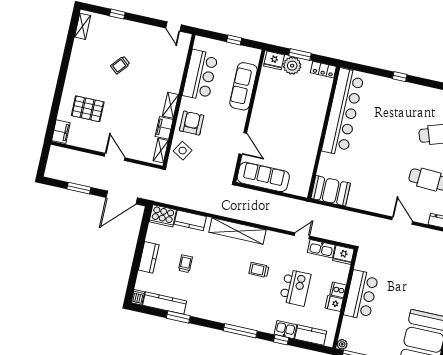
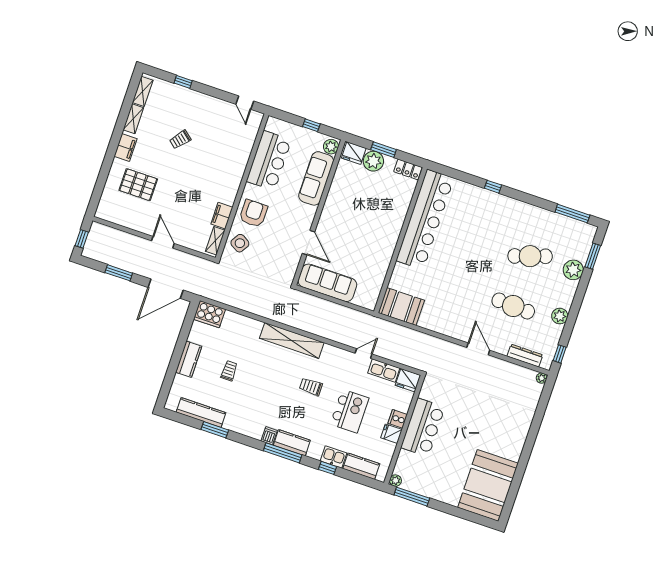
plant: (253, 57) -> (331, 147), added
shelving: (171, 105) -> (133, 119), moved
filing cabinet: (61, 132) -> (125, 148), moved
window: (43, 162) -> (82, 239), added
kitchen counter: (190, 220) -> (292, 443), moved, turned 180
dishwasher: (138, 297) -> (269, 436), moved

